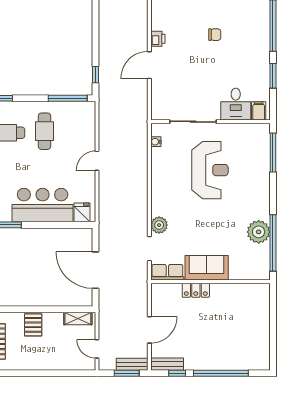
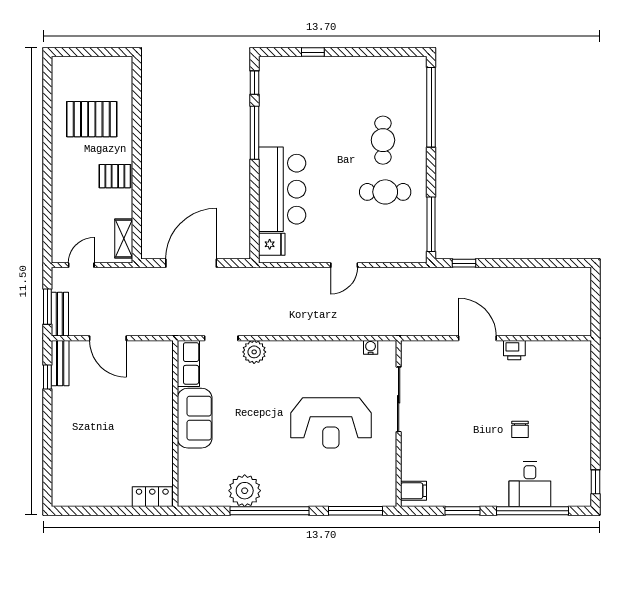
desk: (236, 104) -> (530, 484), moved, turned -90
door: (97, 161) -> (344, 265), swing flipped
window: (273, 243) -> (270, 511), moved
locker: (196, 290) -> (152, 497), moved, turned 90
window: (221, 373) -> (47, 438), removed

